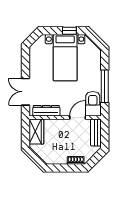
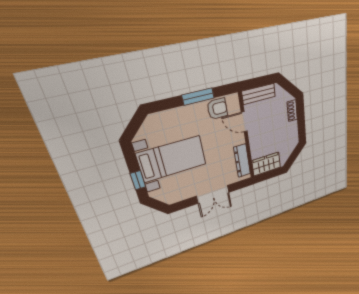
window: (69, 31) -> (138, 180), moved
window: (105, 86) -> (198, 96), width x0.69
double door: (25, 92) -> (213, 194), moved

